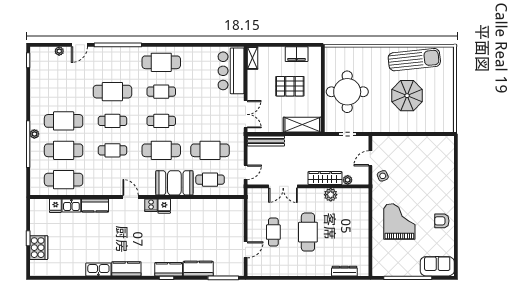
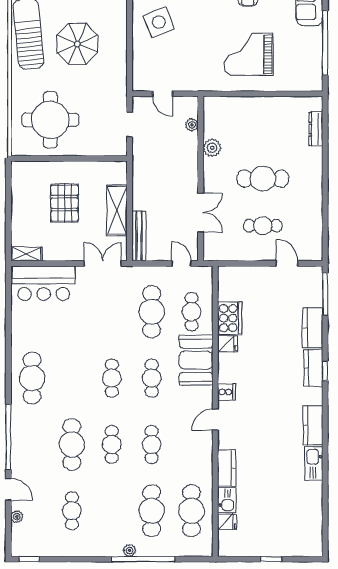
filing cabinet: (297, 54) -> (21, 194), removed
cafe table: (161, 92) -> (72, 378), removed
round table: (347, 92) -> (50, 120), moved
cafe table: (64, 121) -> (72, 511), moved, width x0.73, depth x0.74
shelving: (302, 125) -> (117, 210), moved
cafe table: (161, 150) -> (152, 378), width x0.73, depth x0.74
side table: (383, 176) -> (159, 22), moved, width x1.87, depth x1.87
wardrobe: (325, 178) -> (189, 155), removed
fridge: (164, 206) -> (227, 344), moved
cooker: (39, 248) -> (230, 318), moved, turned 90

